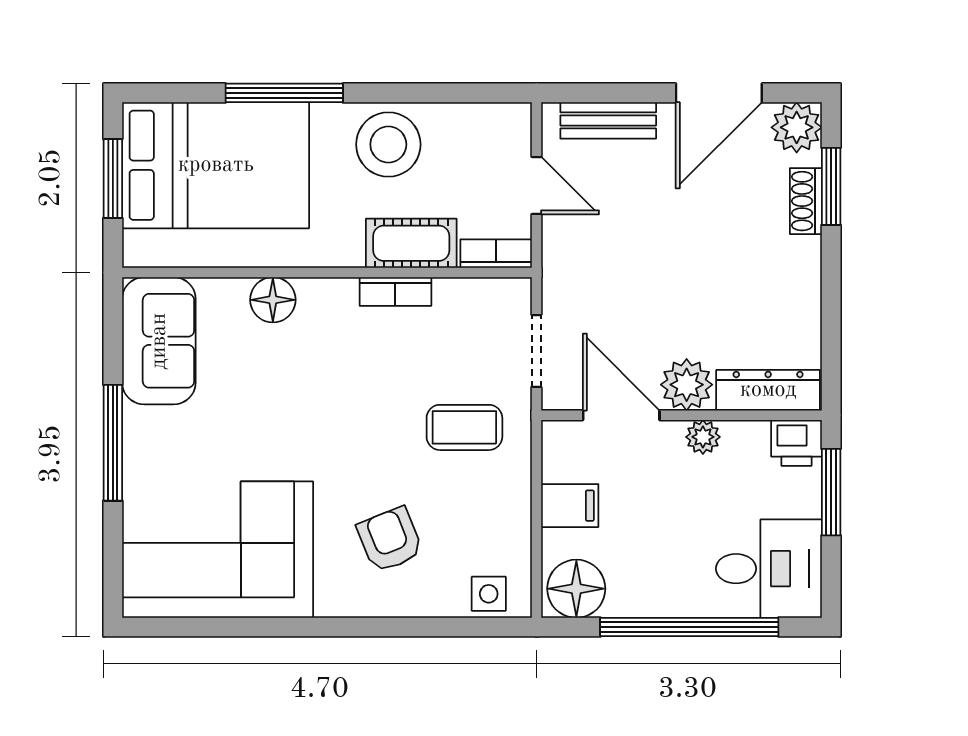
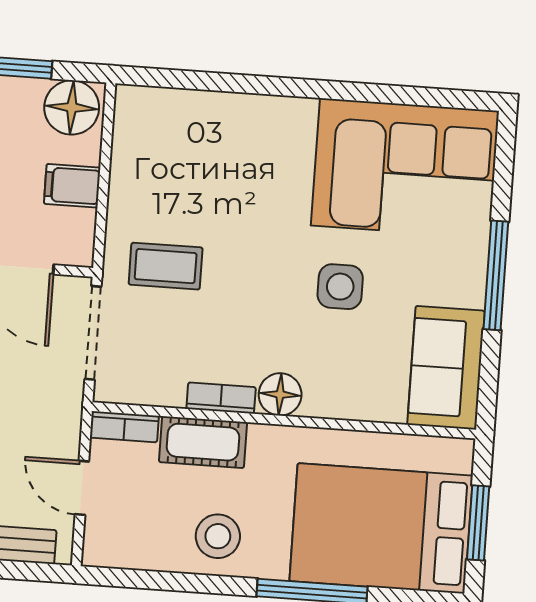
stool: (388, 144) -> (218, 536), width x0.73, depth x0.73
floor lamp: (273, 300) -> (280, 394), moved
doorway: (536, 351) -> (93, 333), width x1.38
armchair: (390, 540) -> (243, 166), removed
side table: (489, 594) -> (340, 287), moved, width x1.37, depth x1.37

